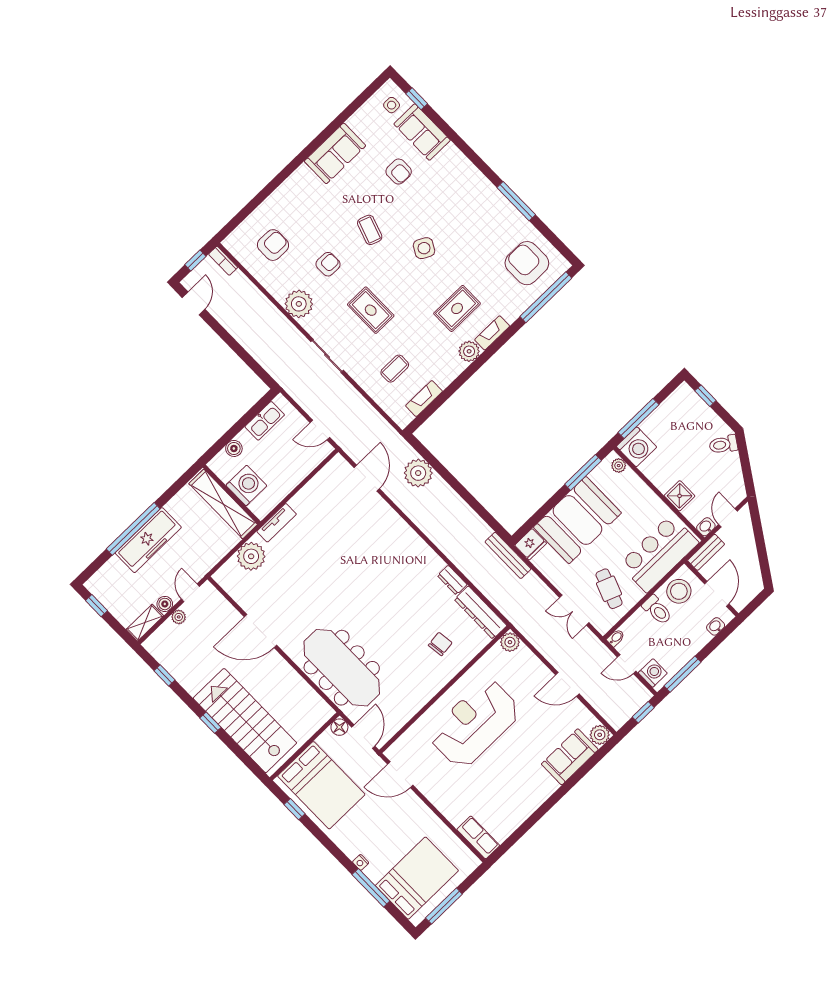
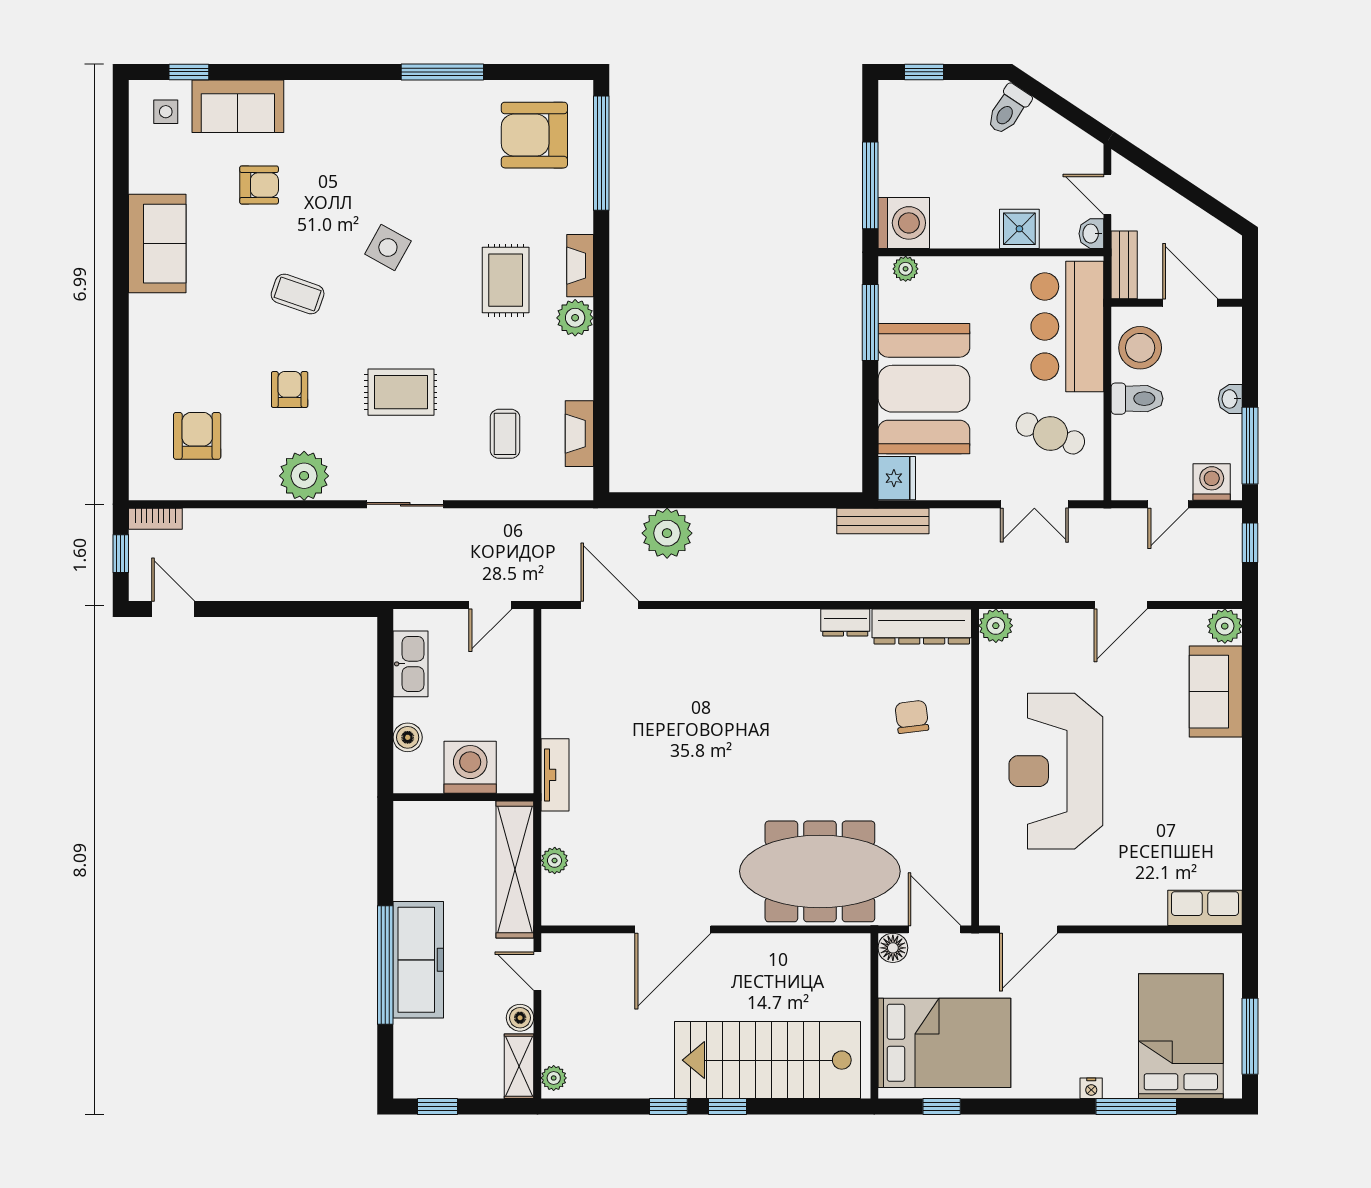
shelving: (223, 504) -> (515, 869), moved, turned 90
plant: (251, 556) -> (555, 861), width x0.53, depth x0.53
plant: (179, 617) -> (554, 1078), moved
washbasin: (716, 626) -> (1230, 399), moved
bidet: (616, 638) -> (1121, 486), removed
window: (164, 675) -> (668, 1107), moved

